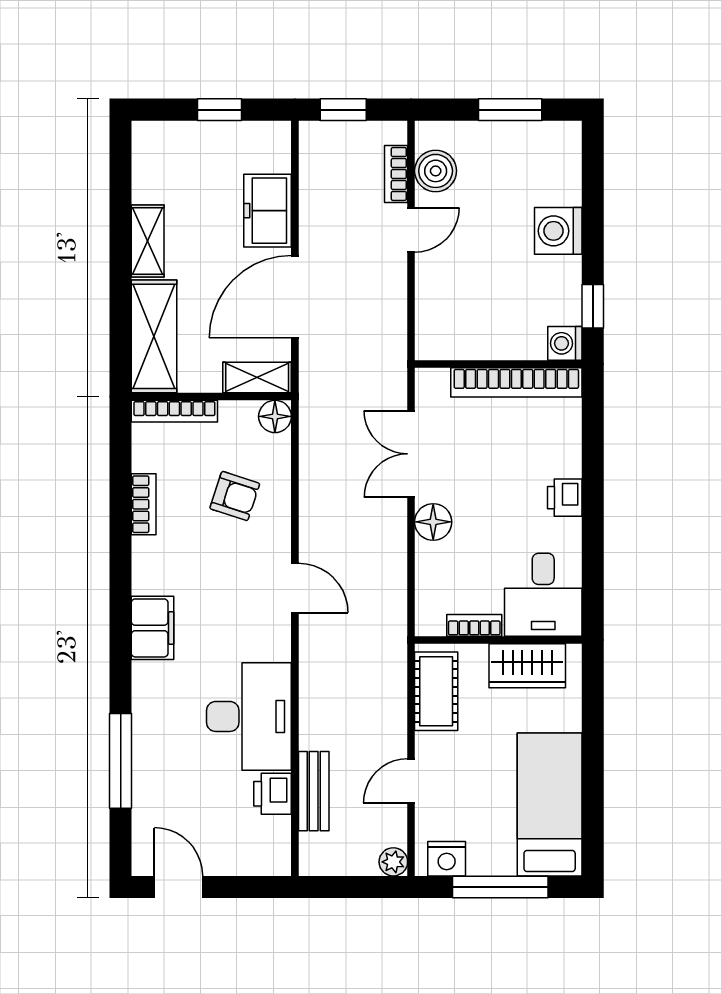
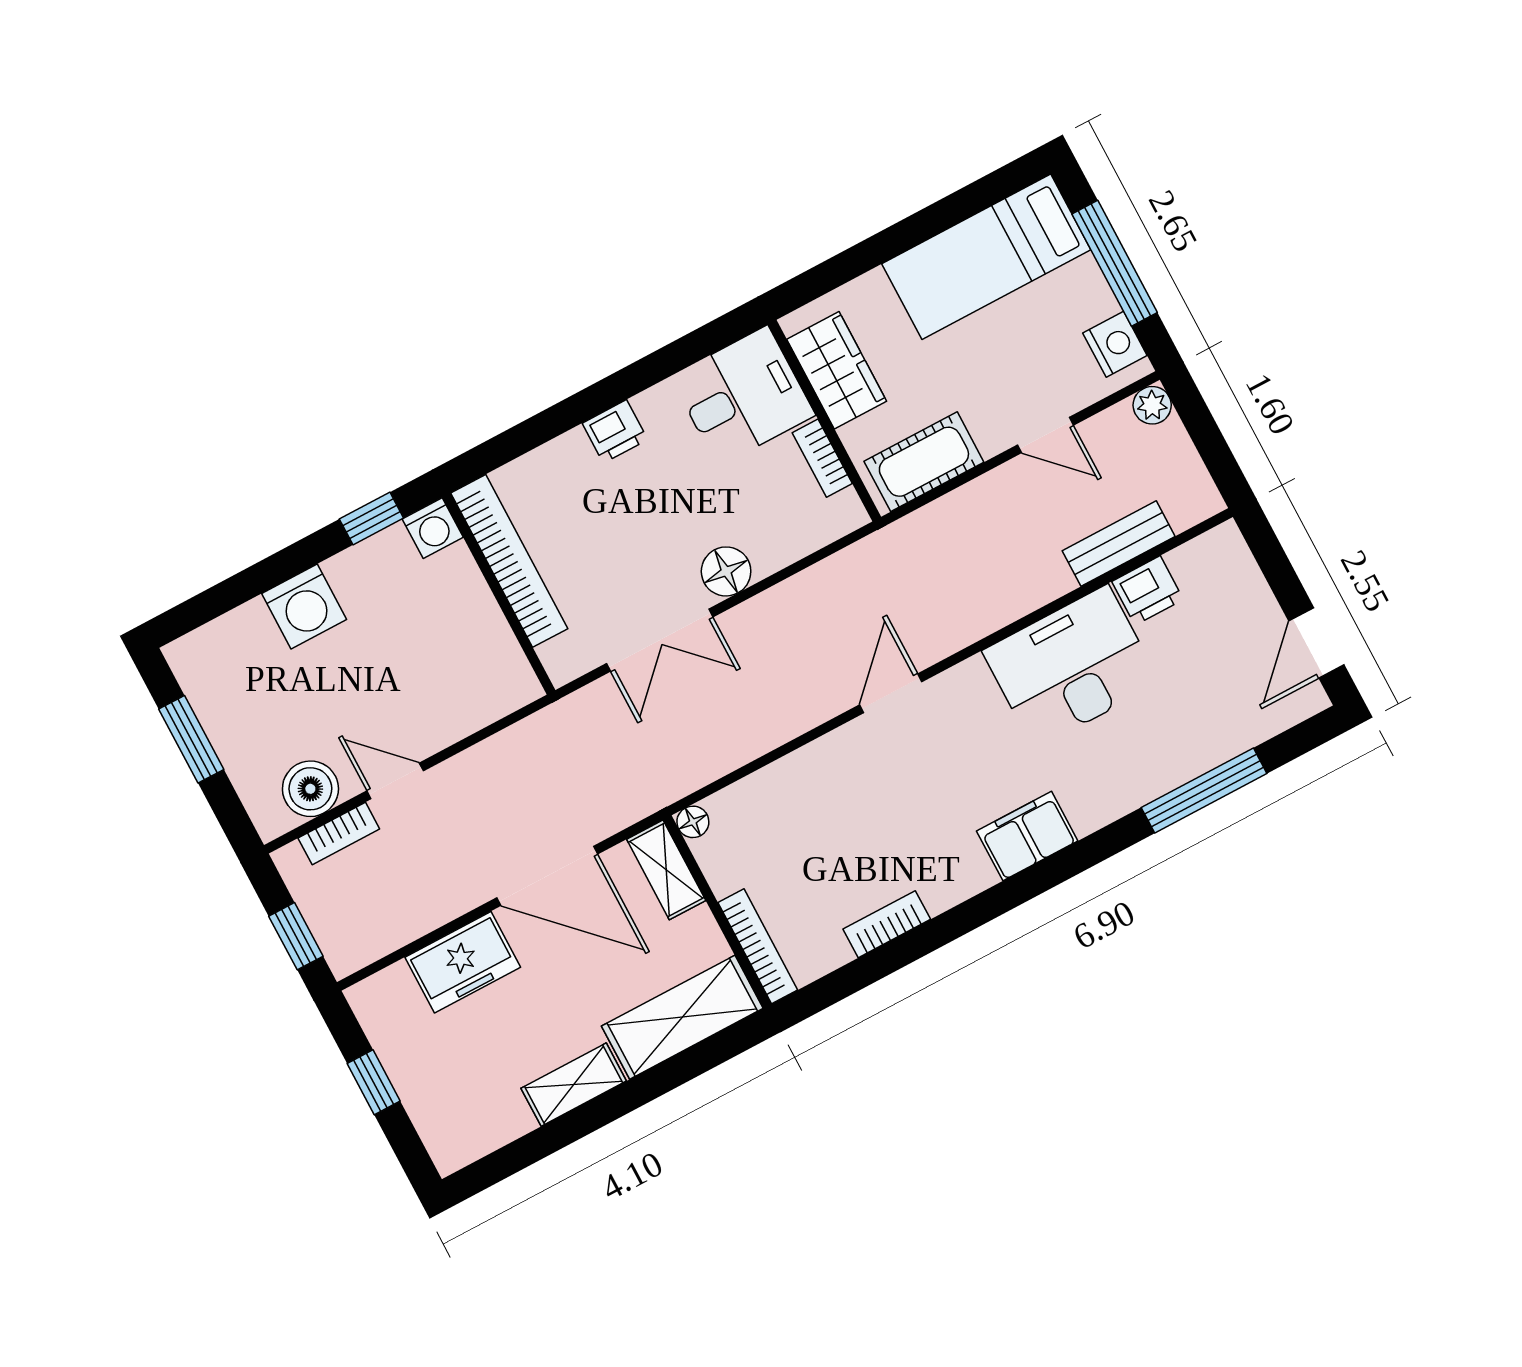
floor lamp: (275, 416) -> (693, 822), width x0.73, depth x0.73
armchair: (235, 496) -> (820, 822), removed

